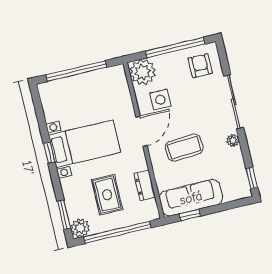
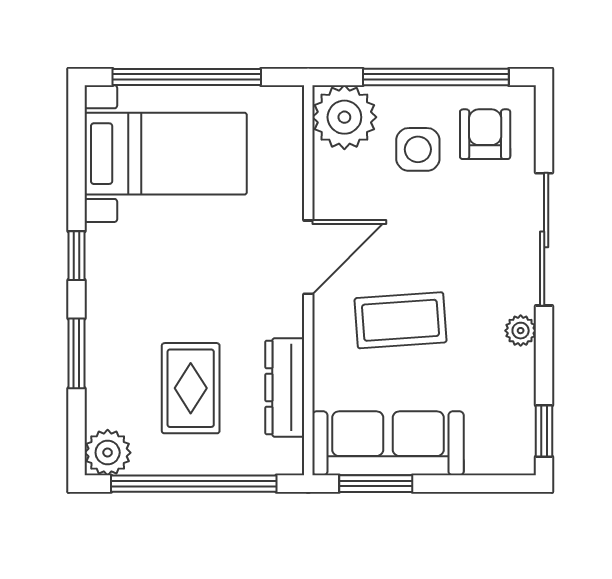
side table: (160, 100) -> (418, 149), moved
bed with nightstands: (85, 144) -> (166, 154), moved
dresser: (145, 185) -> (285, 387), width x1.44
window: (64, 215) -> (76, 353), moved
window: (190, 215) -> (376, 484), width x1.50

